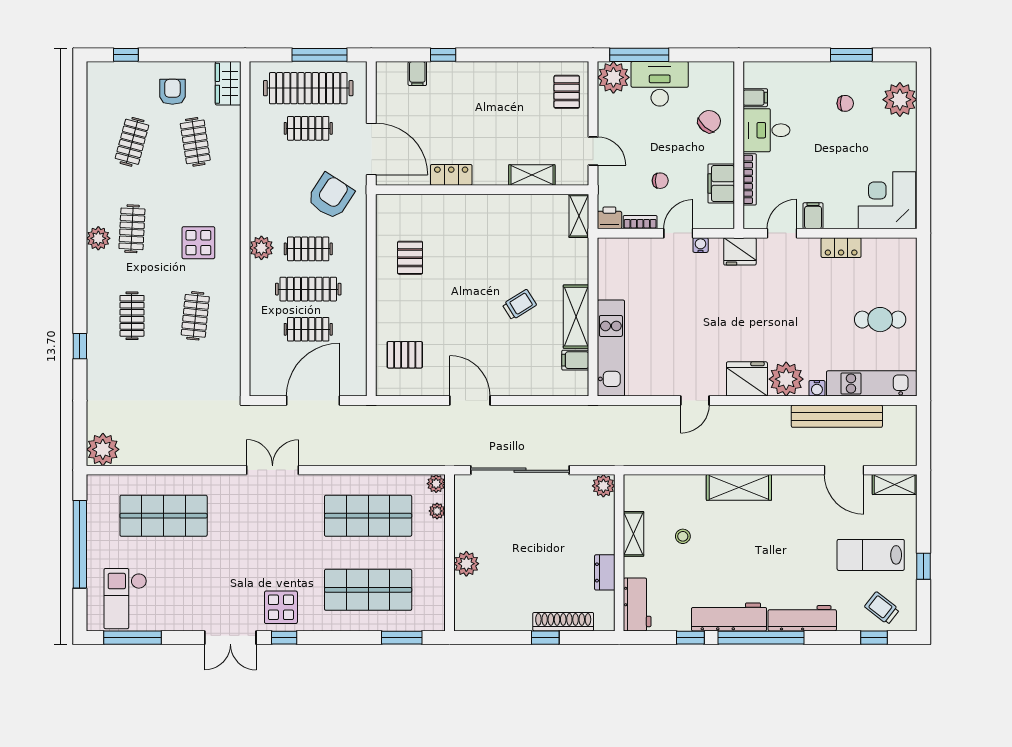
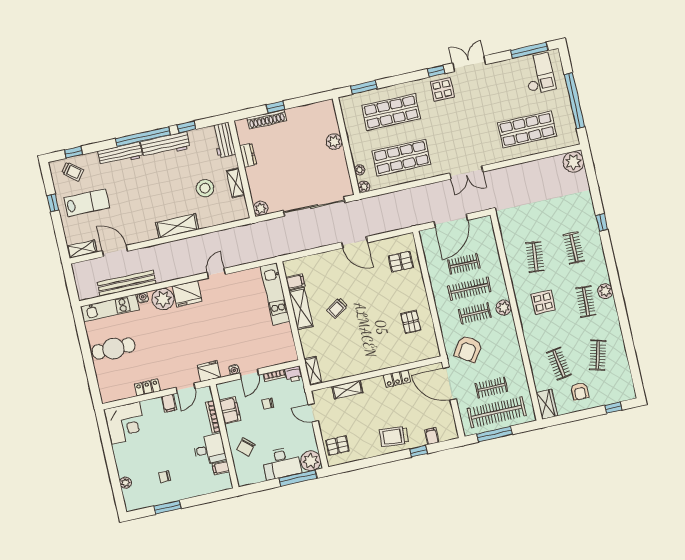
trolley: (476, 86) -> (394, 437), added
pallet: (567, 92) -> (337, 445), turned 90
plant: (900, 100) -> (126, 483), width x0.53, depth x0.53
cafe table: (880, 320) -> (113, 349), width x1.37, depth x1.35
stool: (683, 536) -> (205, 188), width x1.89, depth x1.89

